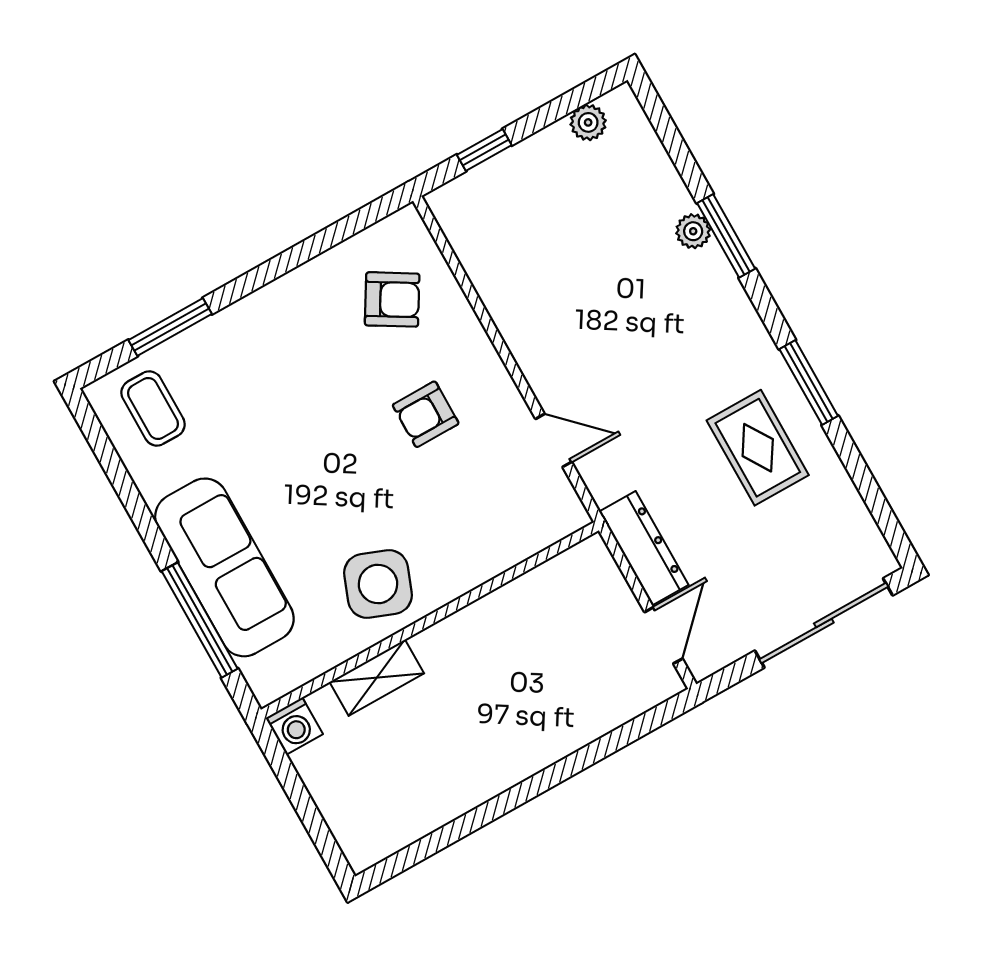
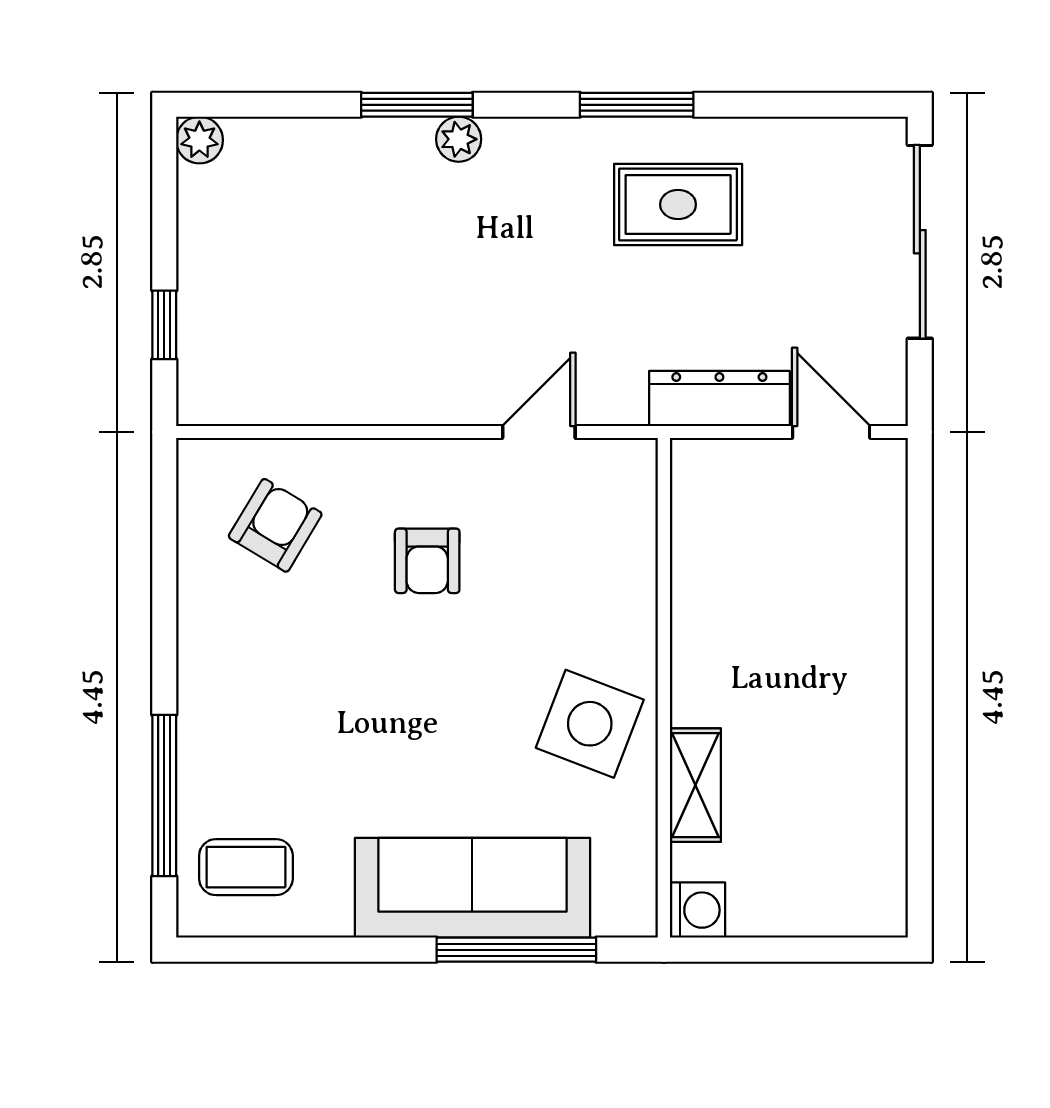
plant: (588, 122) -> (199, 140), moved
plant: (693, 231) -> (459, 139), moved
window: (170, 327) -> (164, 796), width x1.44

